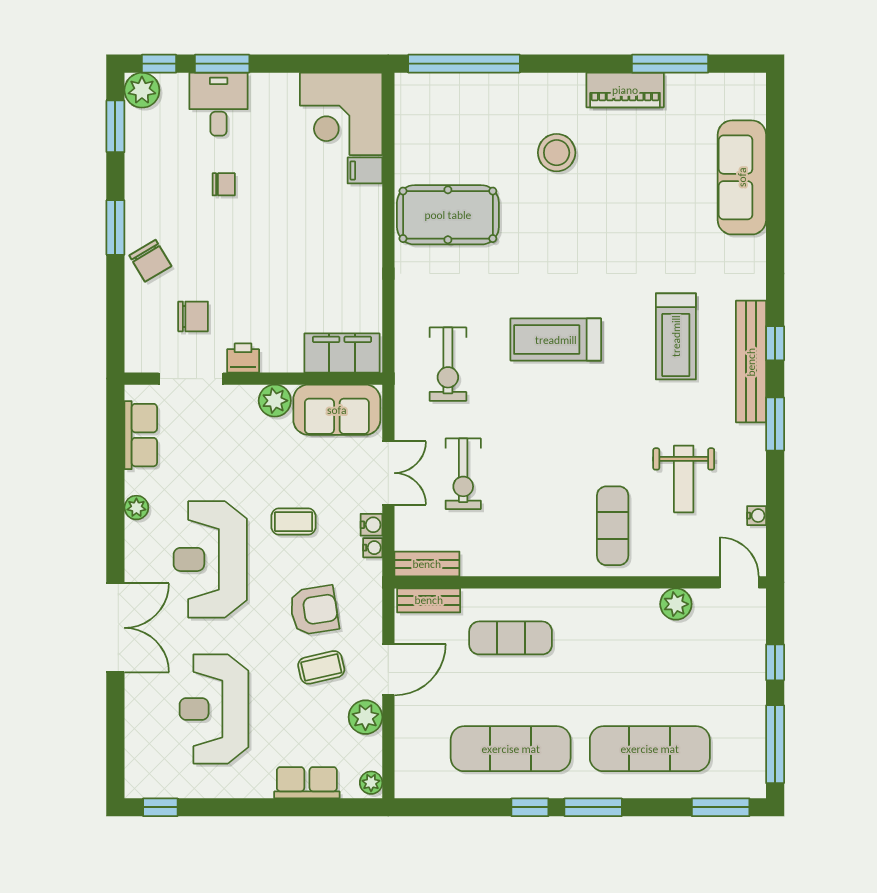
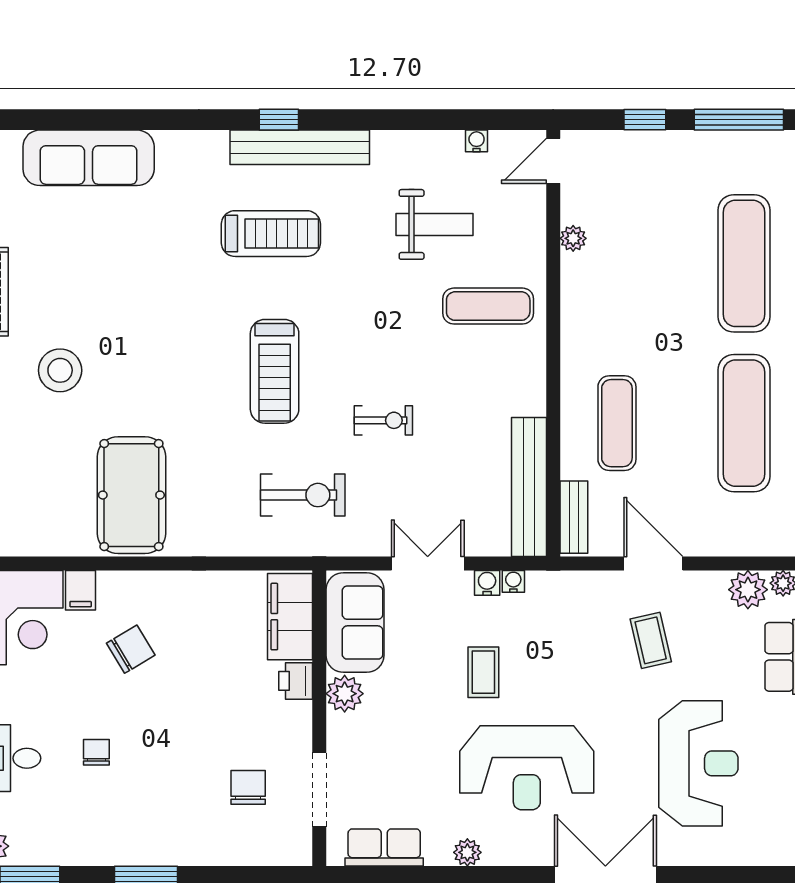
chair: (150, 261) -> (131, 649), moved
printer: (243, 358) -> (296, 681), moved
window: (775, 424) -> (371, 120), removed
exercise bike: (463, 474) -> (383, 420), moved, width x0.73, depth x0.72
bench: (427, 564) -> (529, 487), width x1.86, depth x1.21
plant: (676, 604) -> (573, 238), width x0.73, depth x0.73
armchair: (314, 610) -> (585, 649), removed
reception desk: (214, 709) -> (698, 763), turned -90
plant: (365, 717) -> (748, 590), moved

